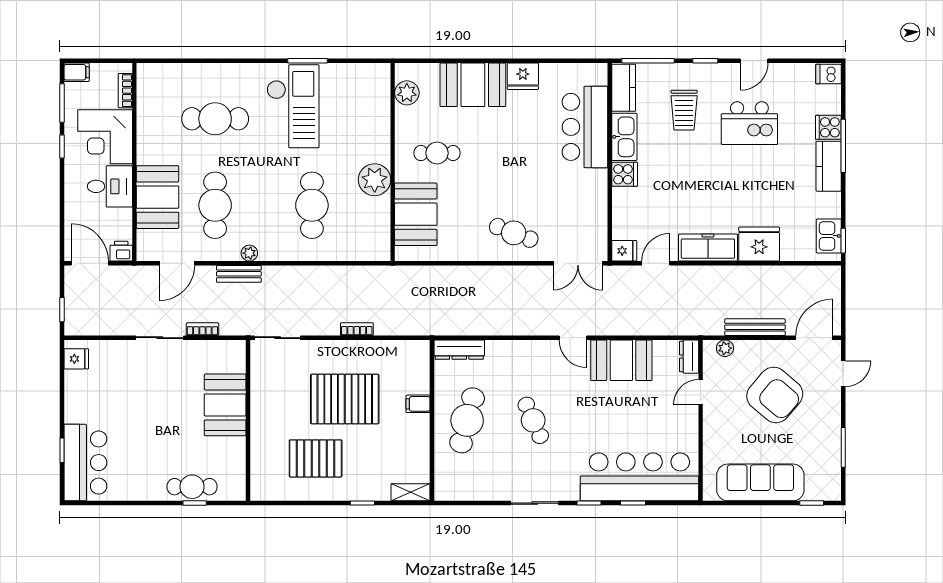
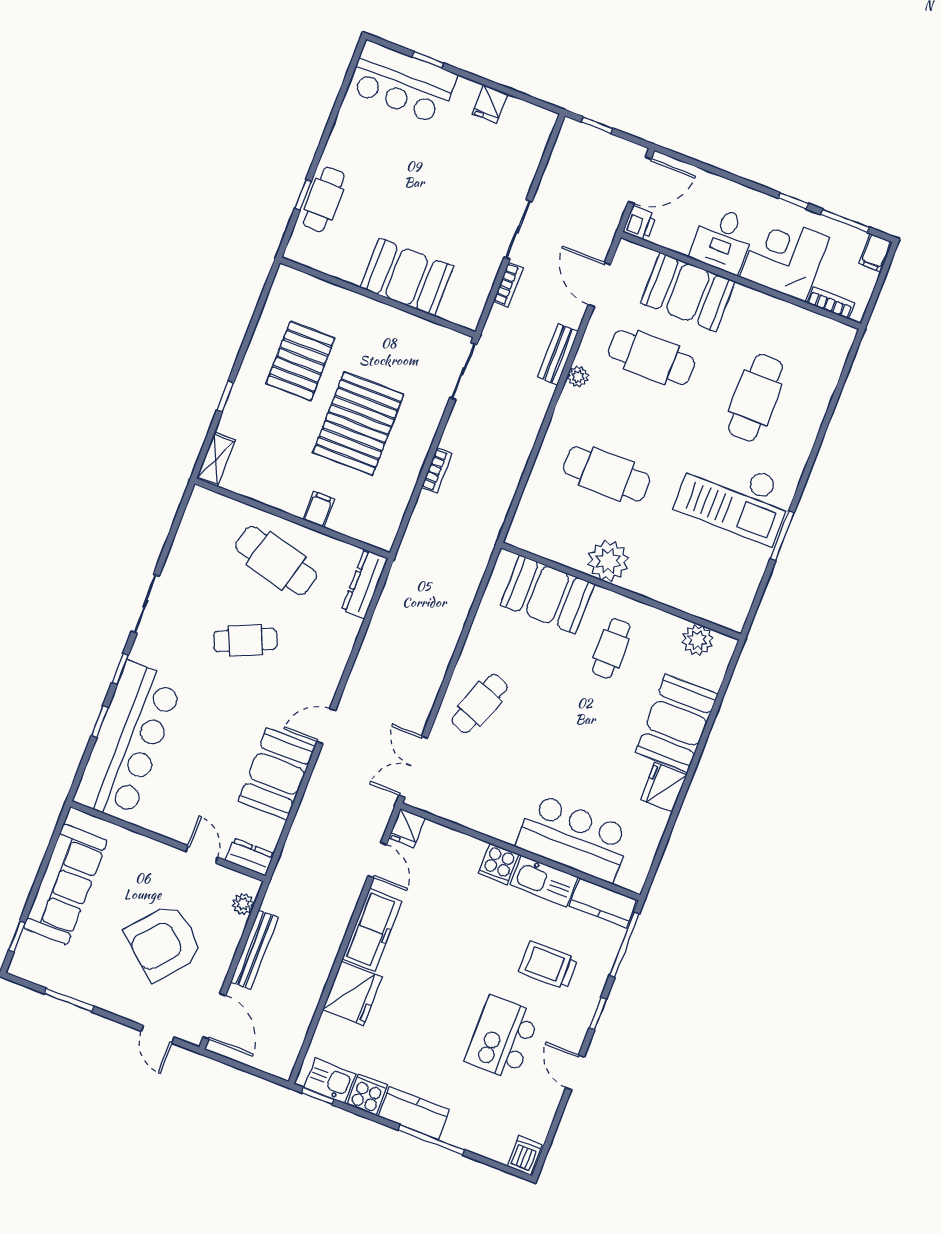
cooker: (828, 127) -> (367, 1095), moved
fridge: (76, 359) -> (490, 104), moved

